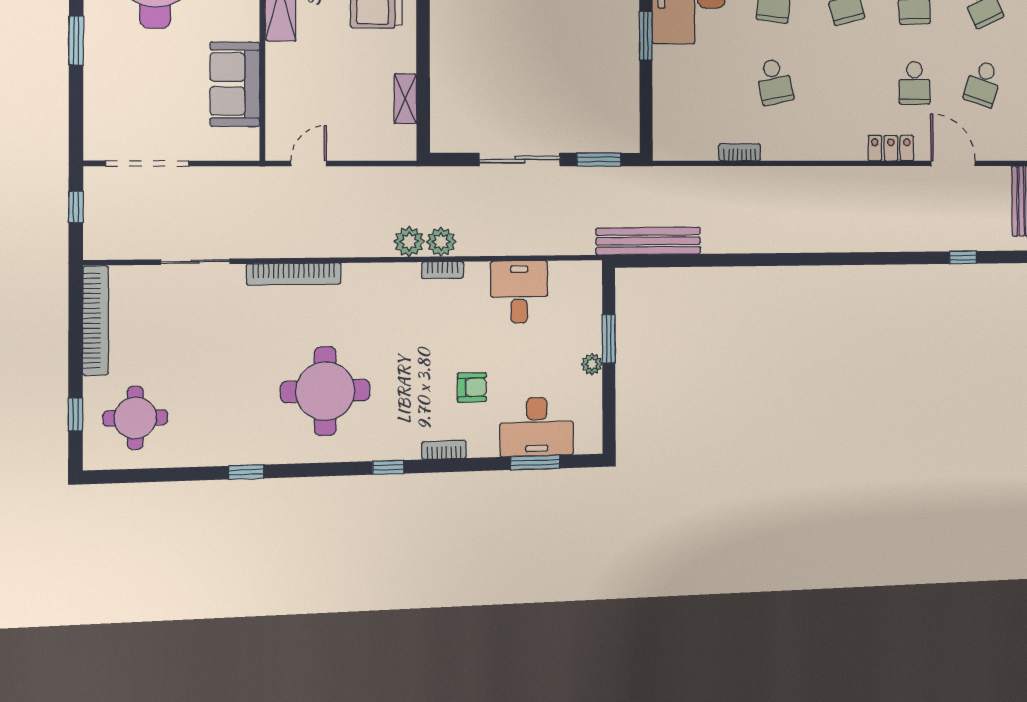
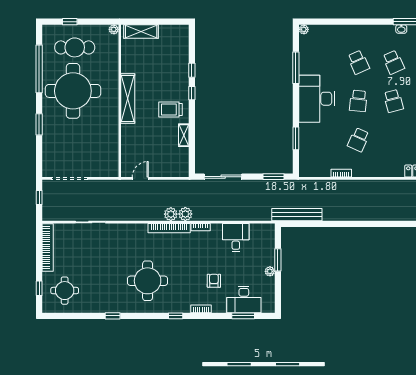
window: (646, 36) -> (296, 138), moved
school desk: (774, 82) -> (358, 140), turned 36
sofa: (235, 84) -> (108, 143), removed
shelving: (405, 99) -> (184, 135), moved
sliding door: (520, 160) -> (223, 177), moved
plant: (441, 242) -> (171, 214), moved
bookcase: (294, 274) -> (169, 228), moved
armchair: (472, 387) -> (214, 281), turned -90

